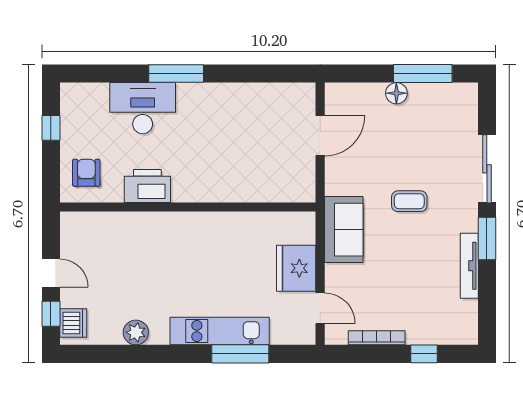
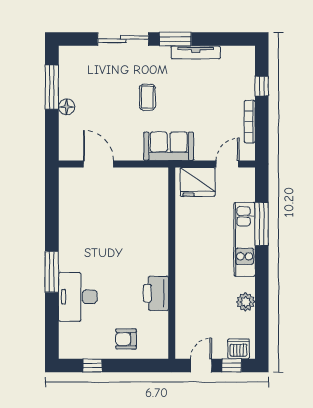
printer: (147, 186) -> (156, 293), moved
wall: (188, 207) -> (172, 263), moved

